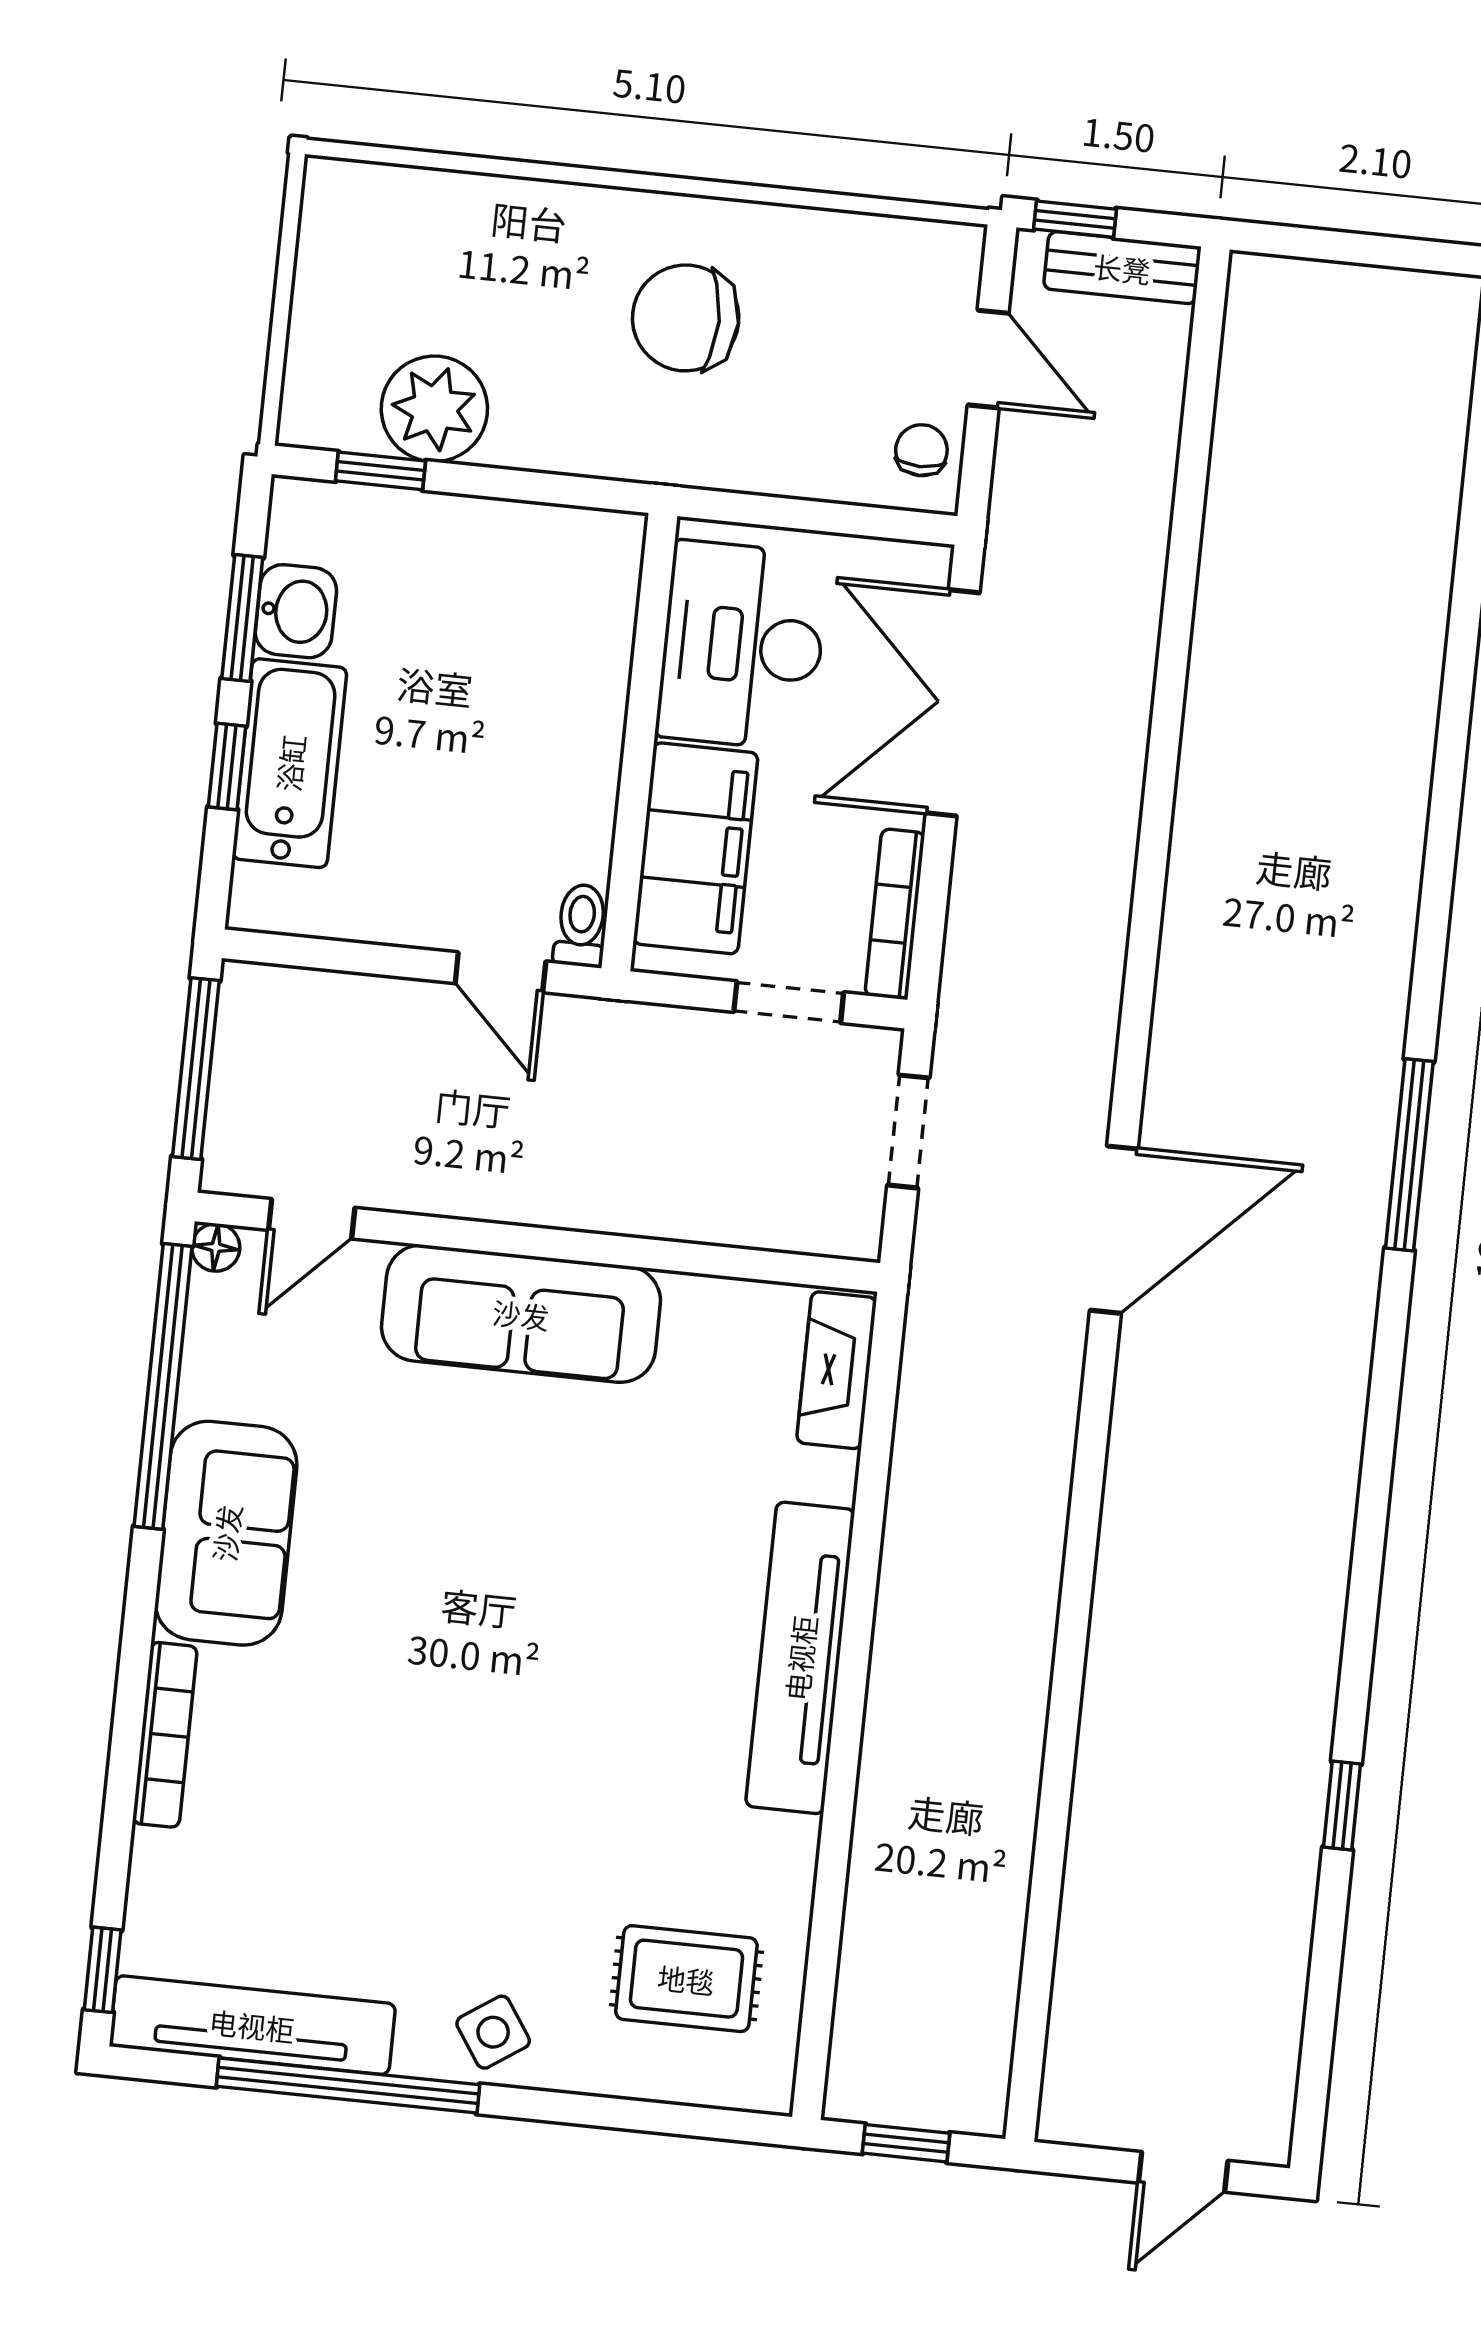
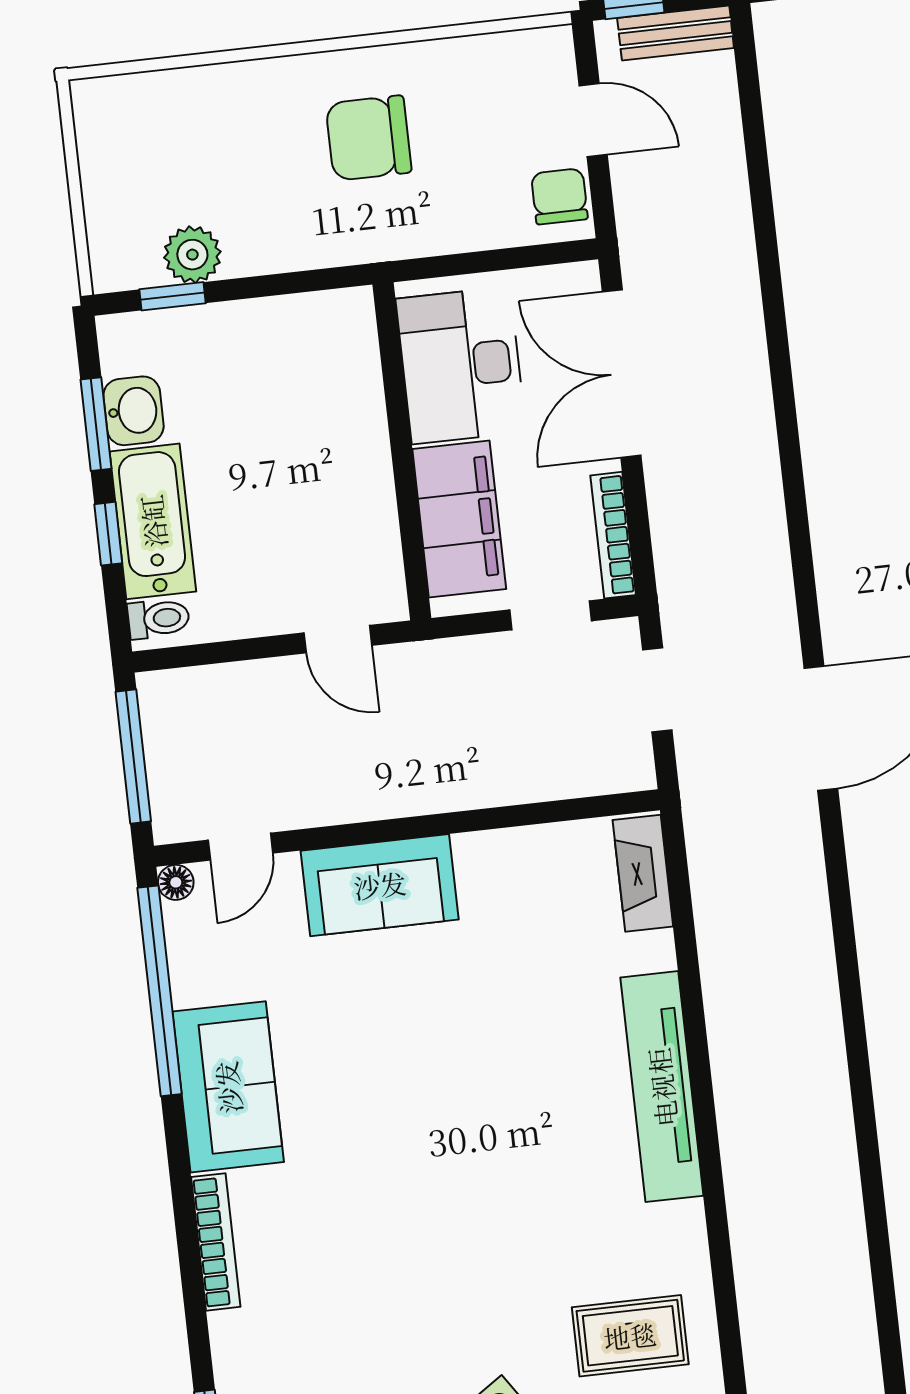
plant: (434, 409) -> (192, 255), width x0.73, depth x0.73
chair: (921, 450) -> (559, 196), width x1.37, depth x1.37
toilet: (581, 925) -> (159, 619), moved, turned 90
sofa: (521, 1314) -> (380, 885), width x0.73

